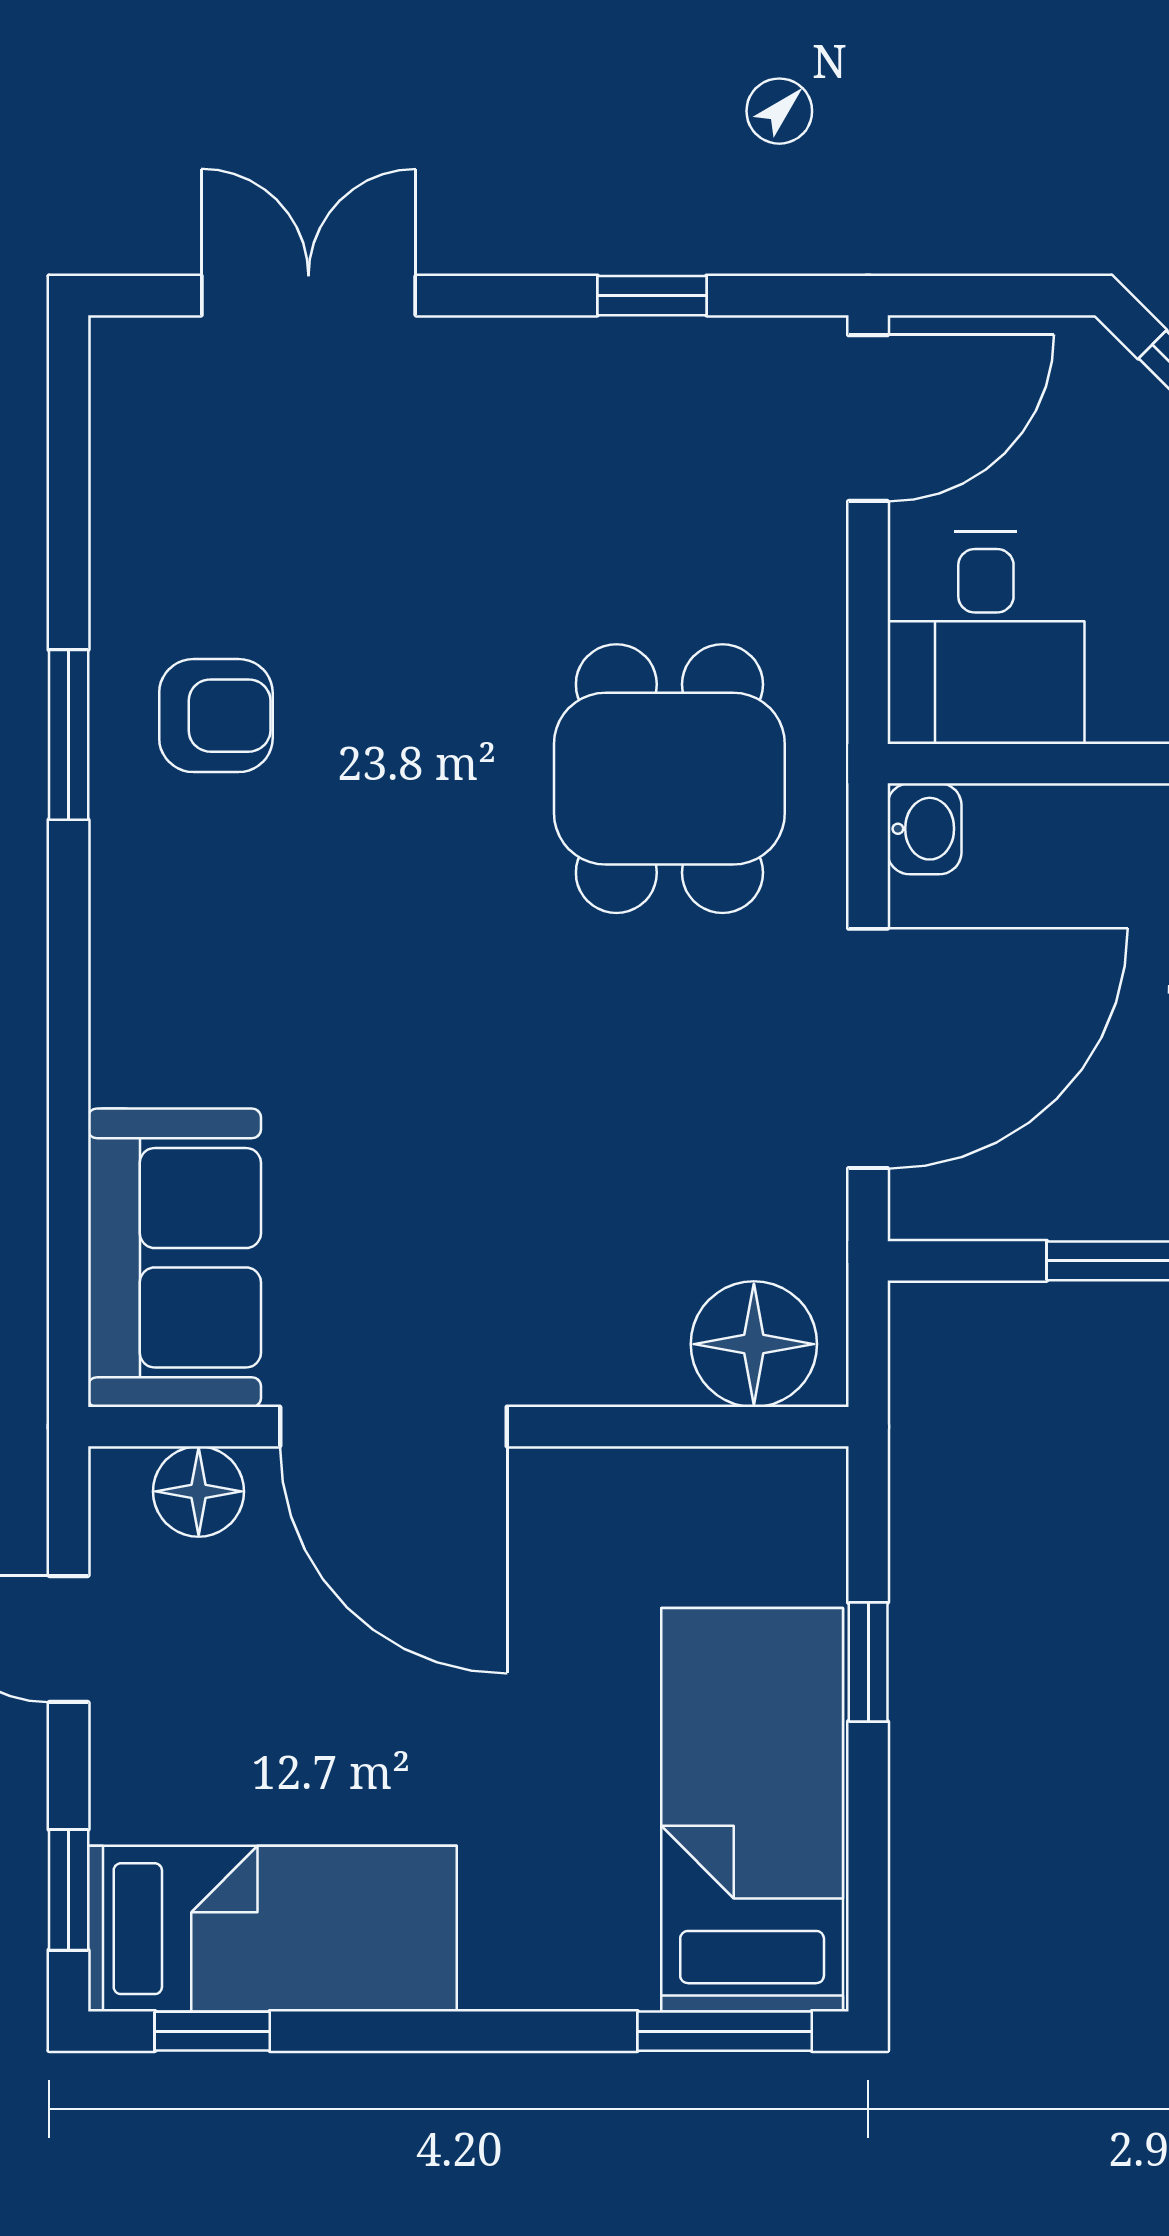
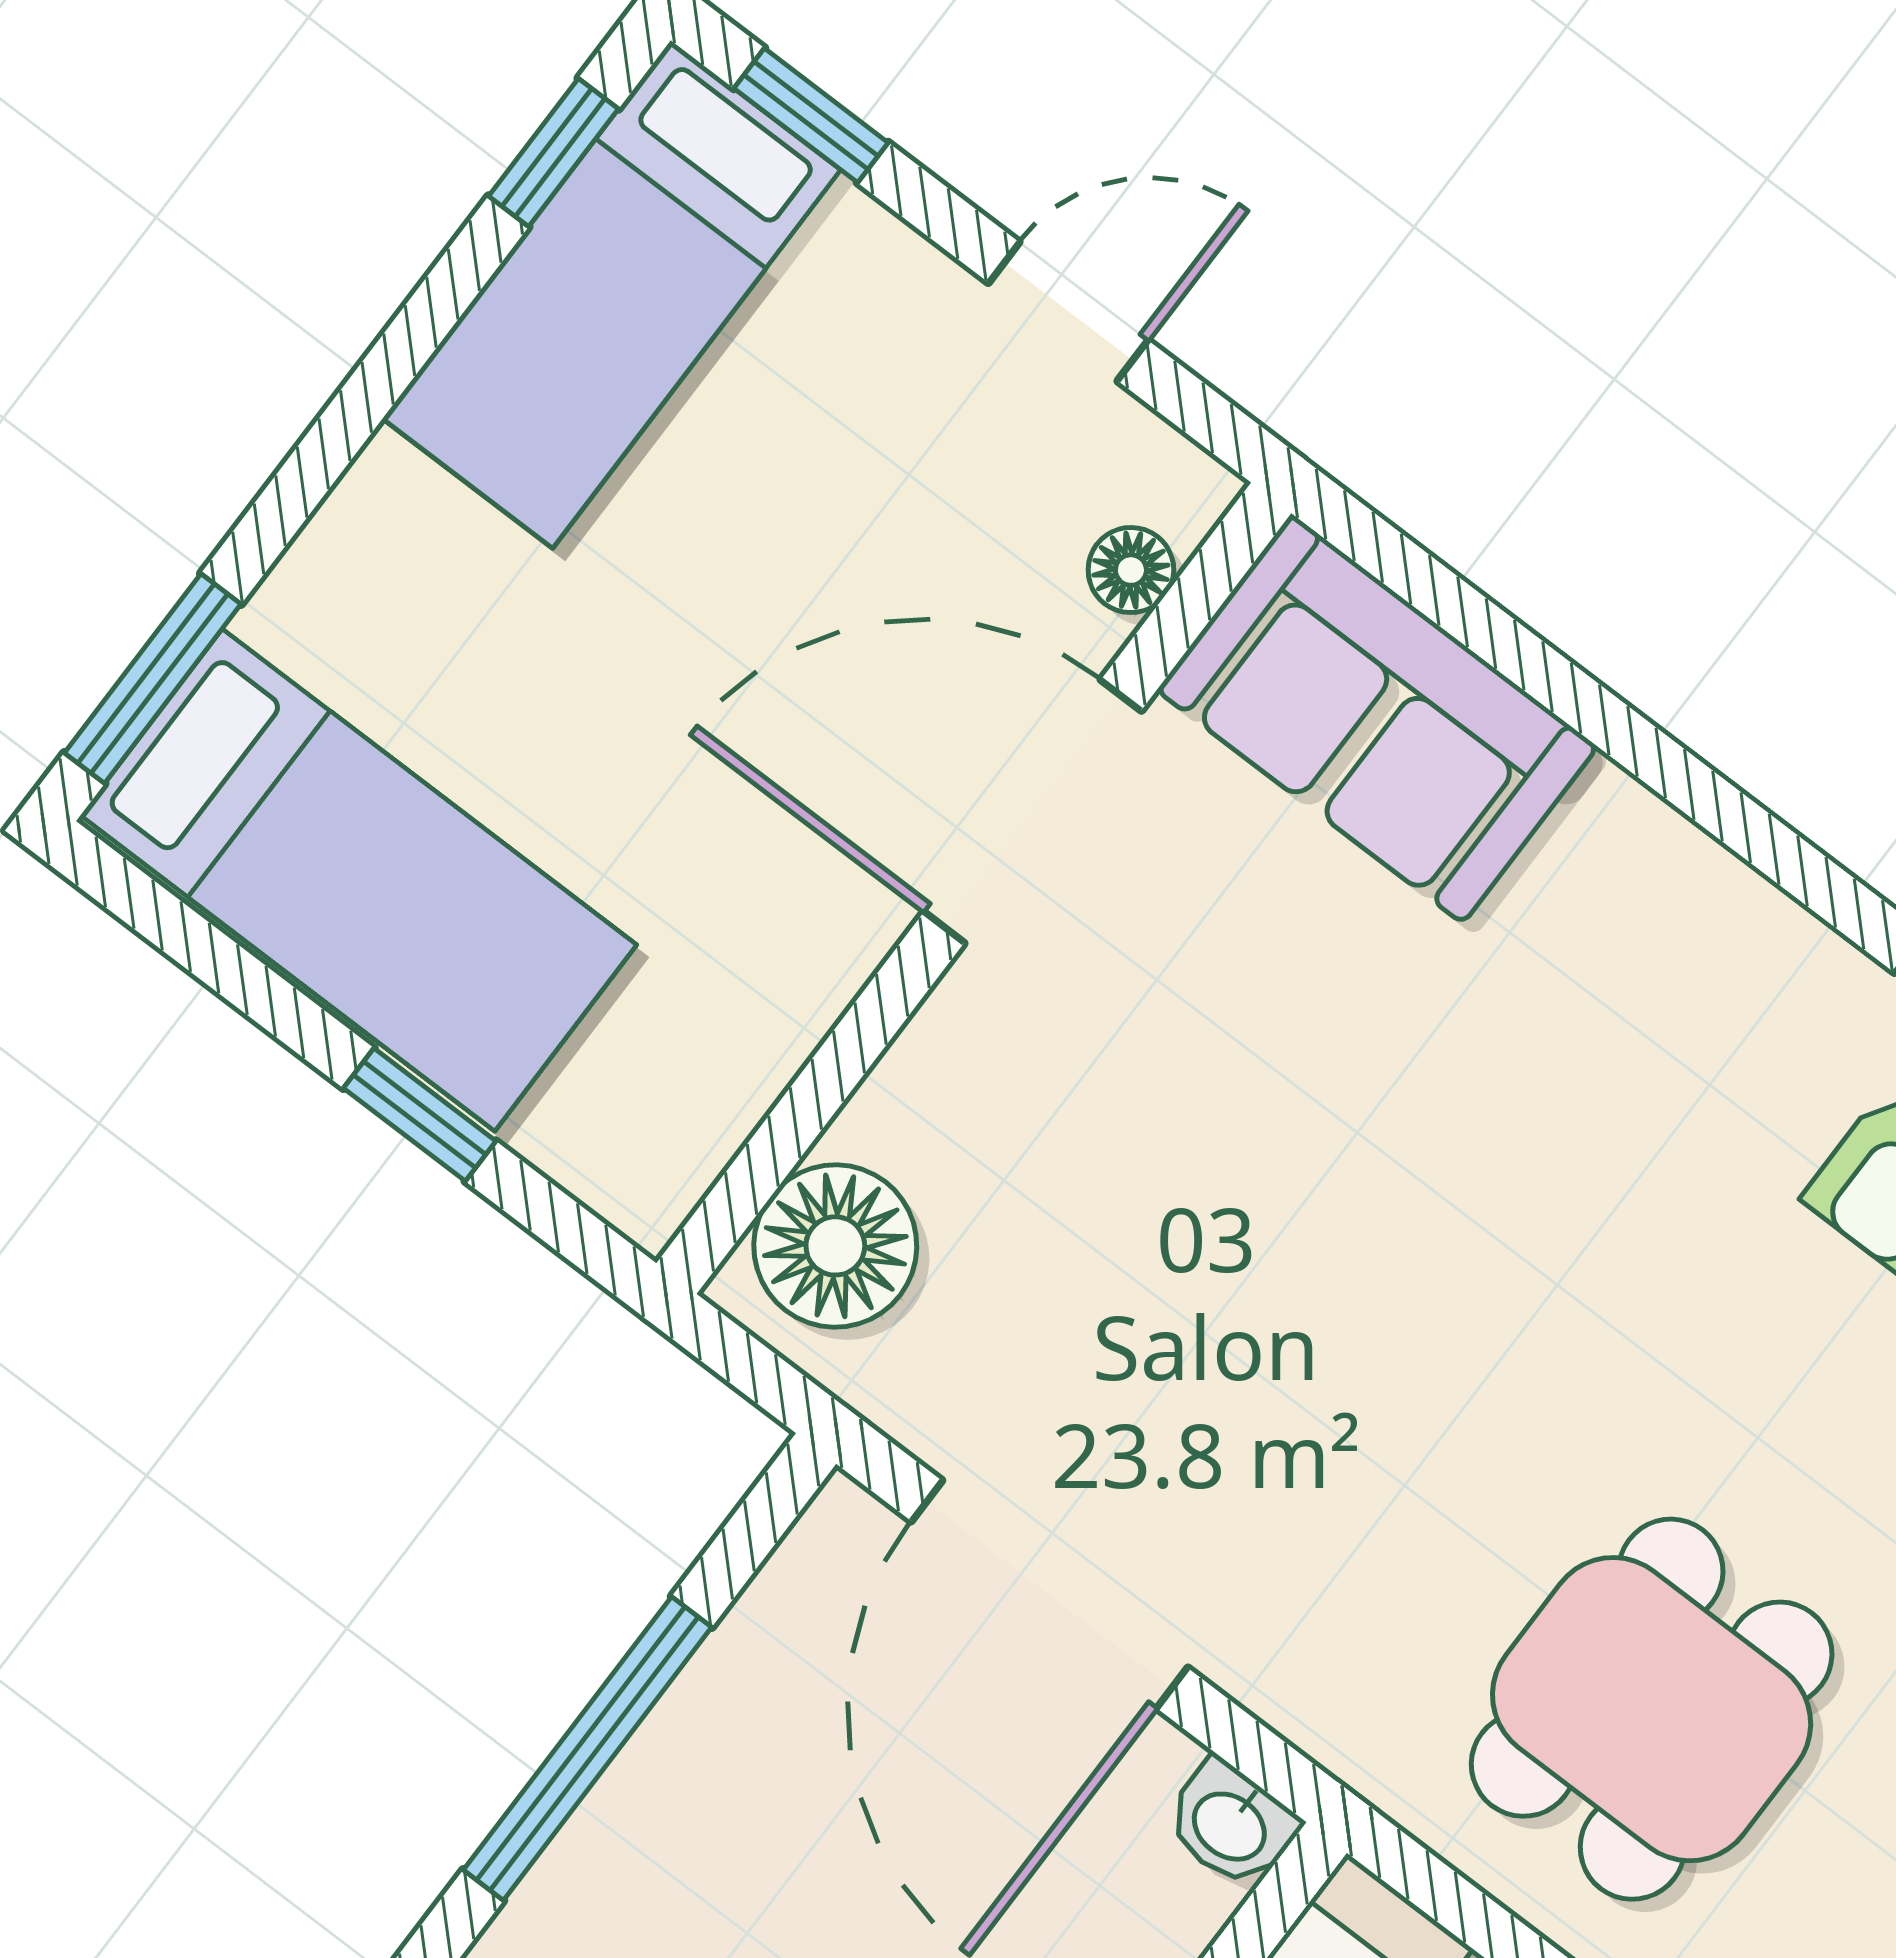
dining table: (669, 779) -> (1652, 1709), moved, turned 90
floor lamp: (199, 1491) -> (1131, 570), width x0.73, depth x0.73

